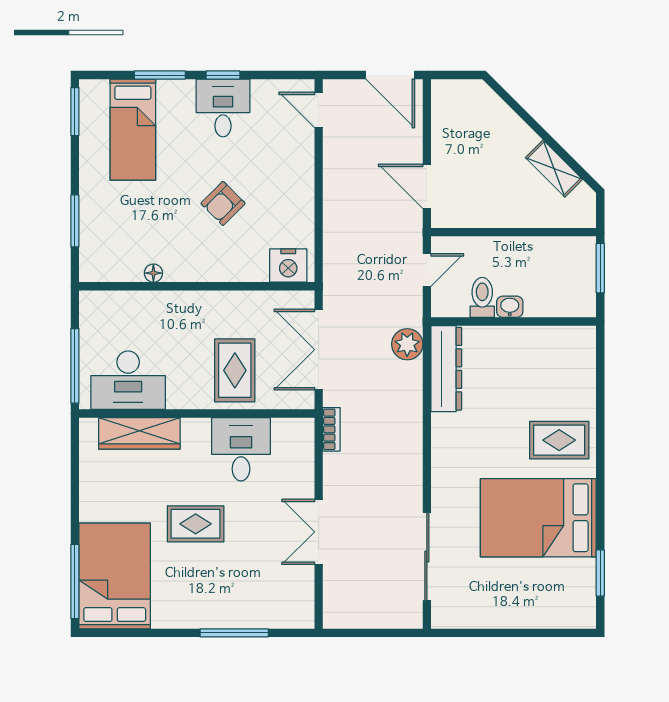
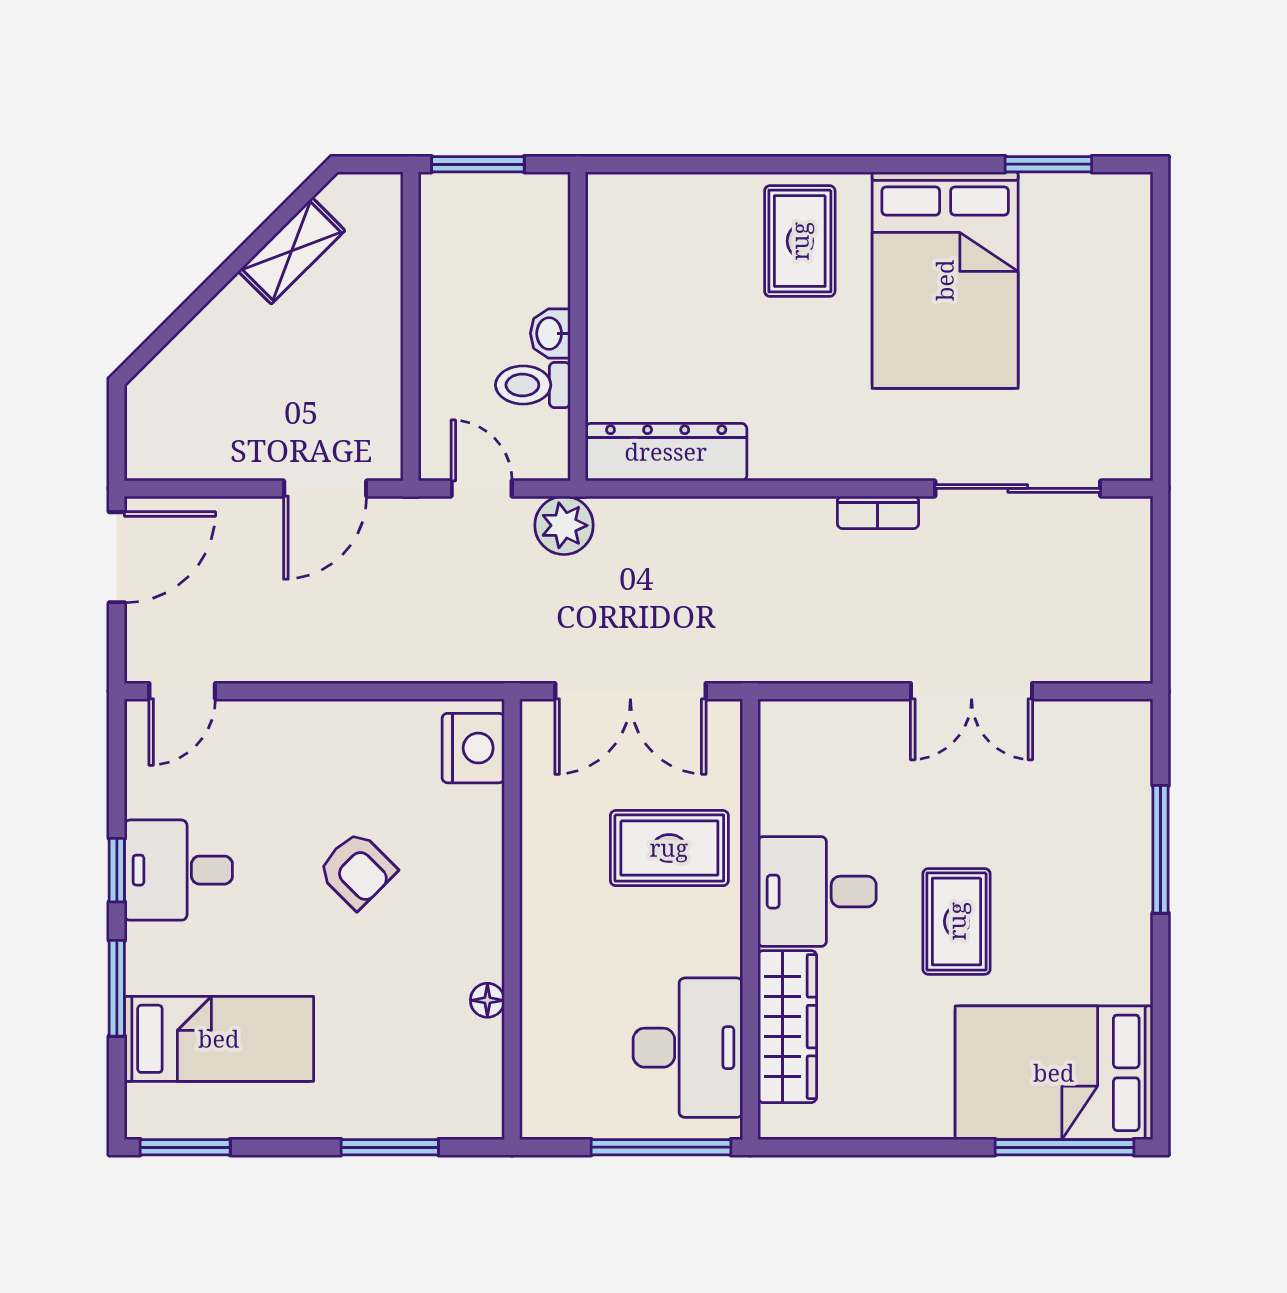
plant: (407, 344) -> (564, 525), moved
bookcase: (331, 429) -> (878, 512), moved, turned 180
desk: (241, 449) -> (817, 892), moved

